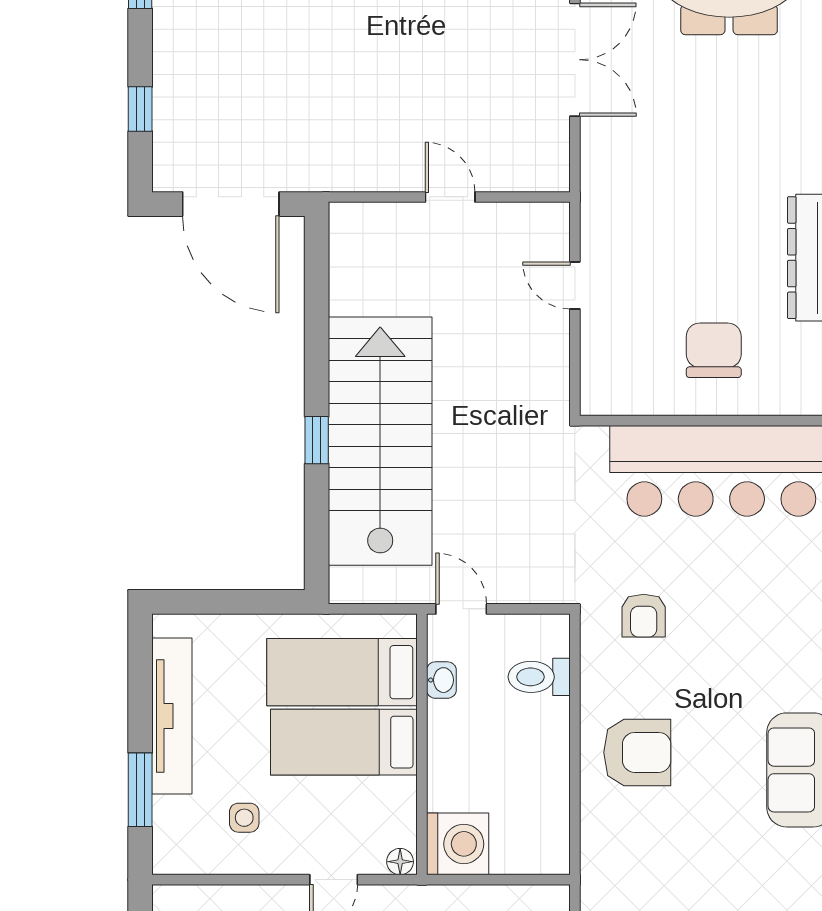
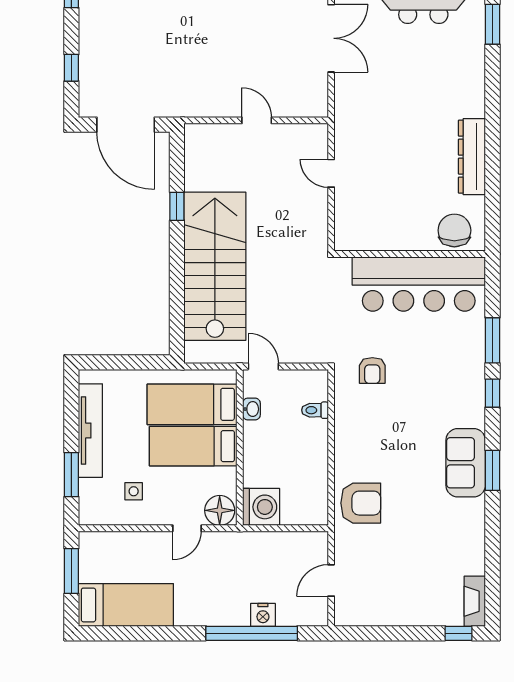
chair: (714, 350) -> (454, 230), moved
window: (317, 440) -> (177, 206), moved
toilet: (539, 677) -> (315, 410), width x0.73, depth x0.72
armchair: (637, 752) -> (361, 503), moved
floor lamp: (400, 862) -> (220, 510), width x1.89, depth x1.89

